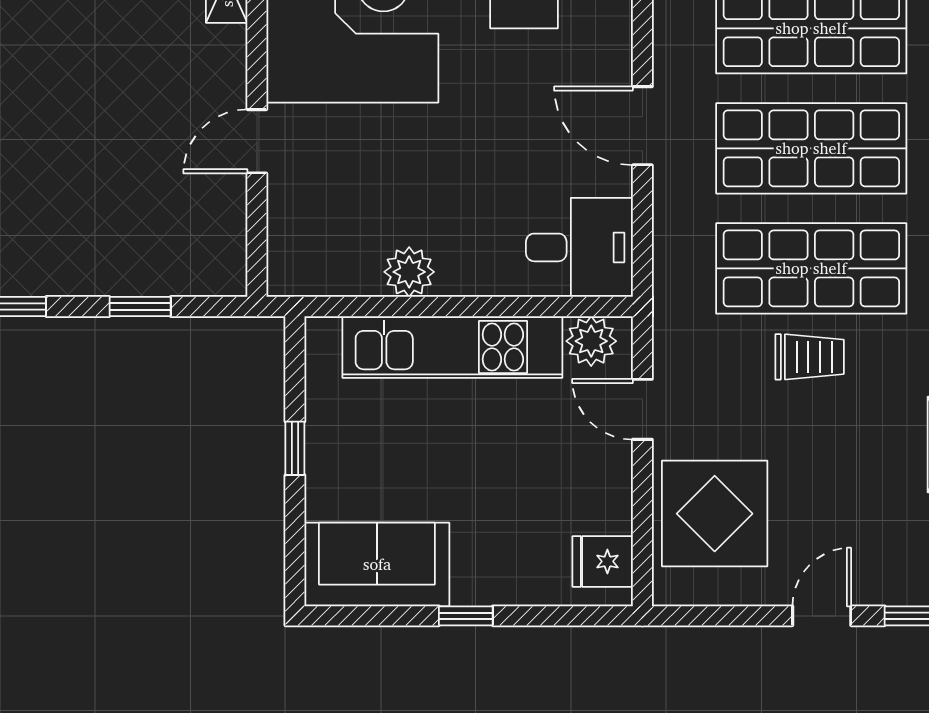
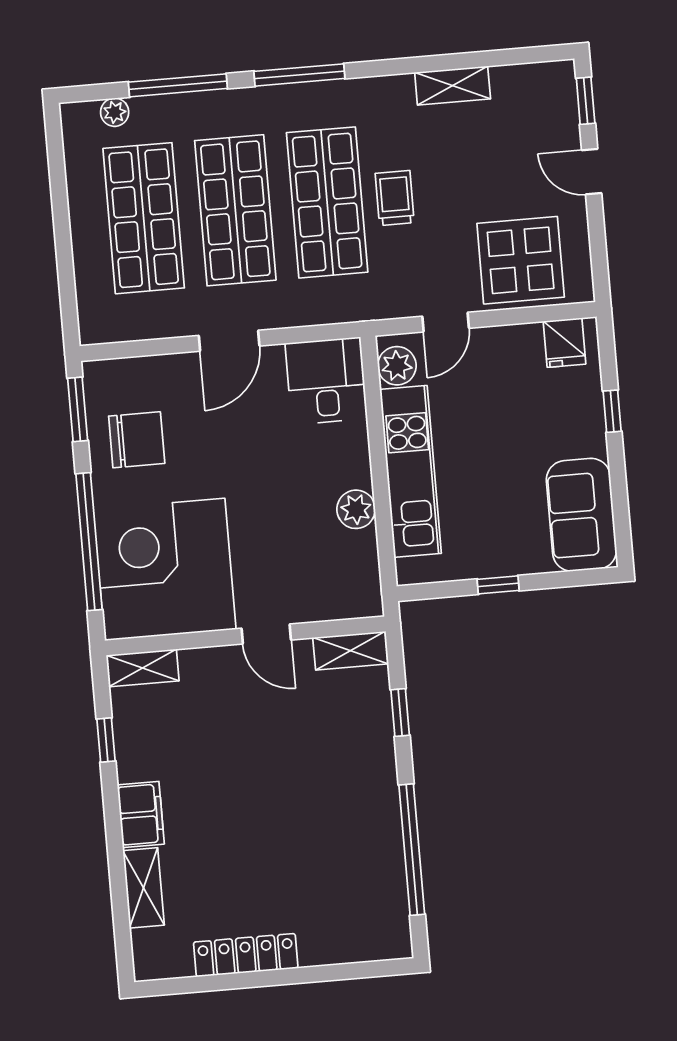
shelving: (226, 249) -> (350, 651), added
window: (466, 616) -> (612, 411), moved

